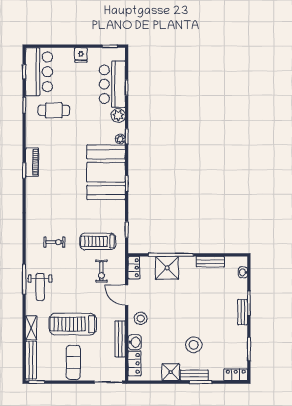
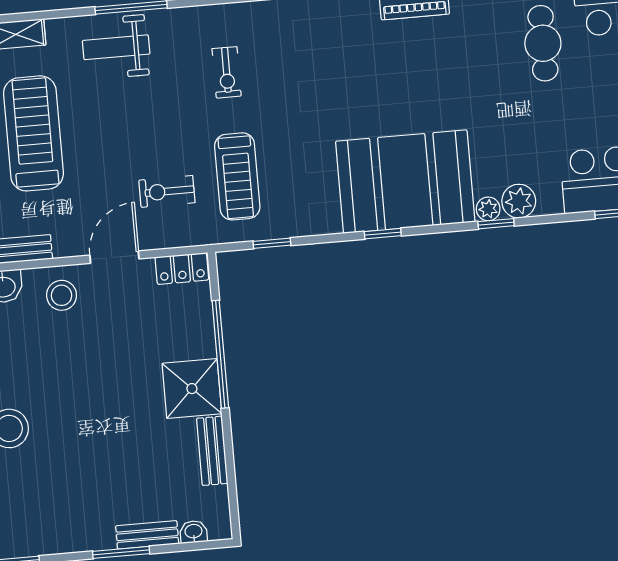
plant: (118, 115) -> (519, 201), moved
treadmill: (98, 241) -> (237, 176), turned 180
shower: (167, 268) -> (192, 389), moved
bench: (243, 312) -> (147, 535), moved

